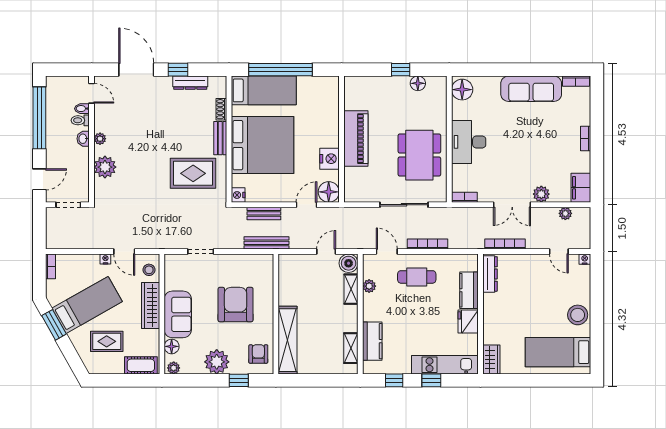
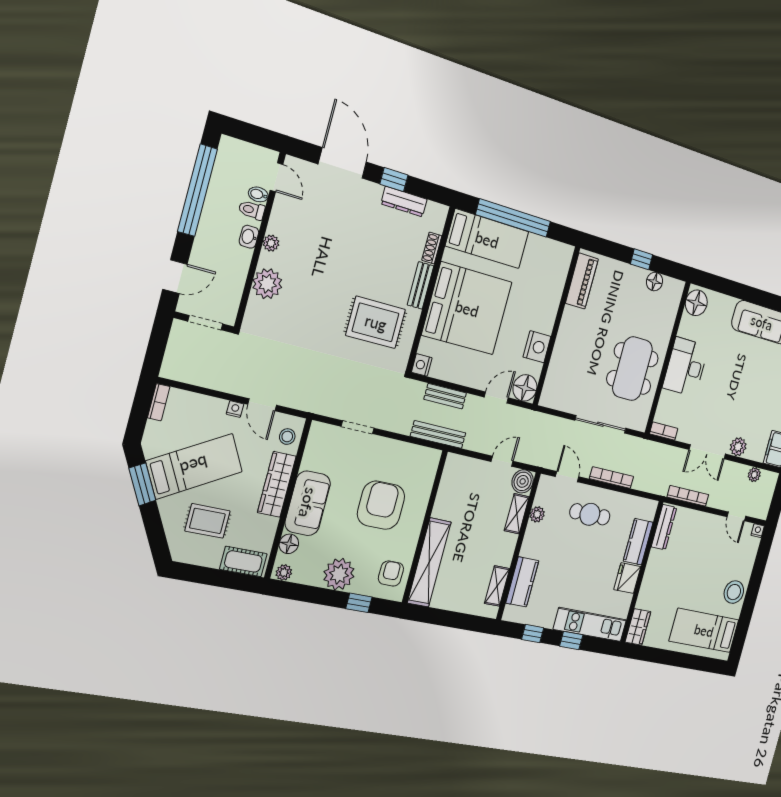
piano: (356, 139) -> (582, 281), moved, width x0.73, depth x0.75

